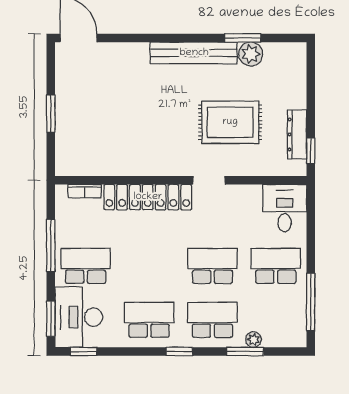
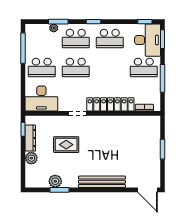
bench: (194, 53) -> (102, 182), moved
plant: (295, 97) -> (31, 158), added
rug: (230, 122) -> (66, 145), width x0.73, depth x0.70
desk: (285, 208) -> (41, 99), width x1.37

